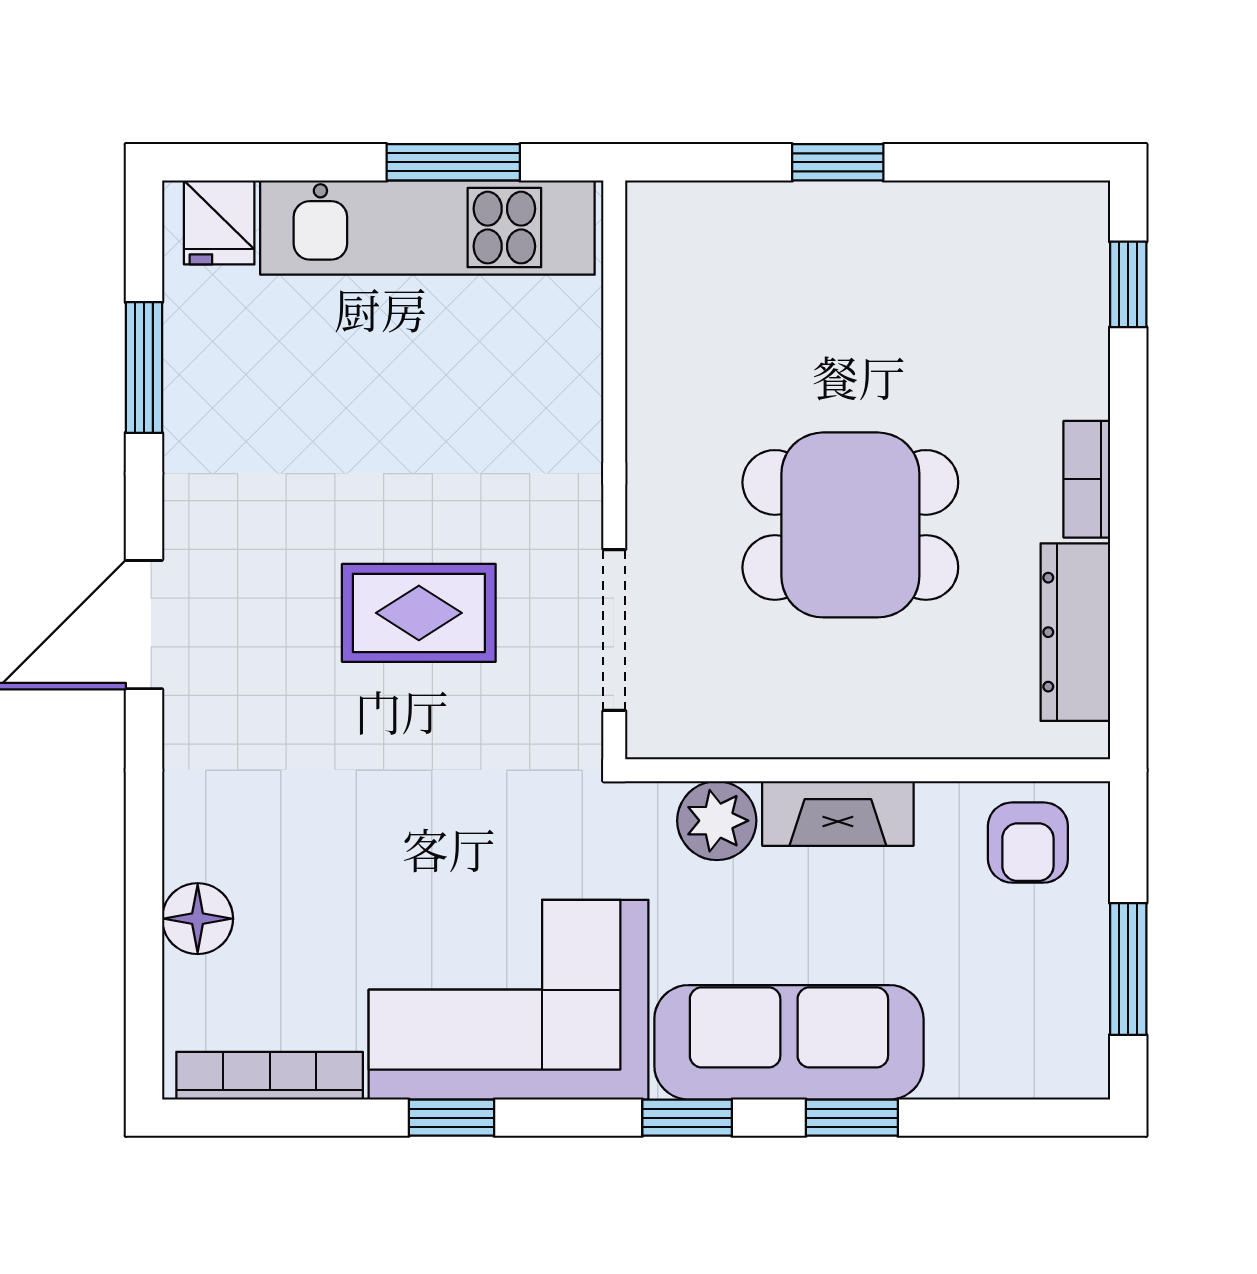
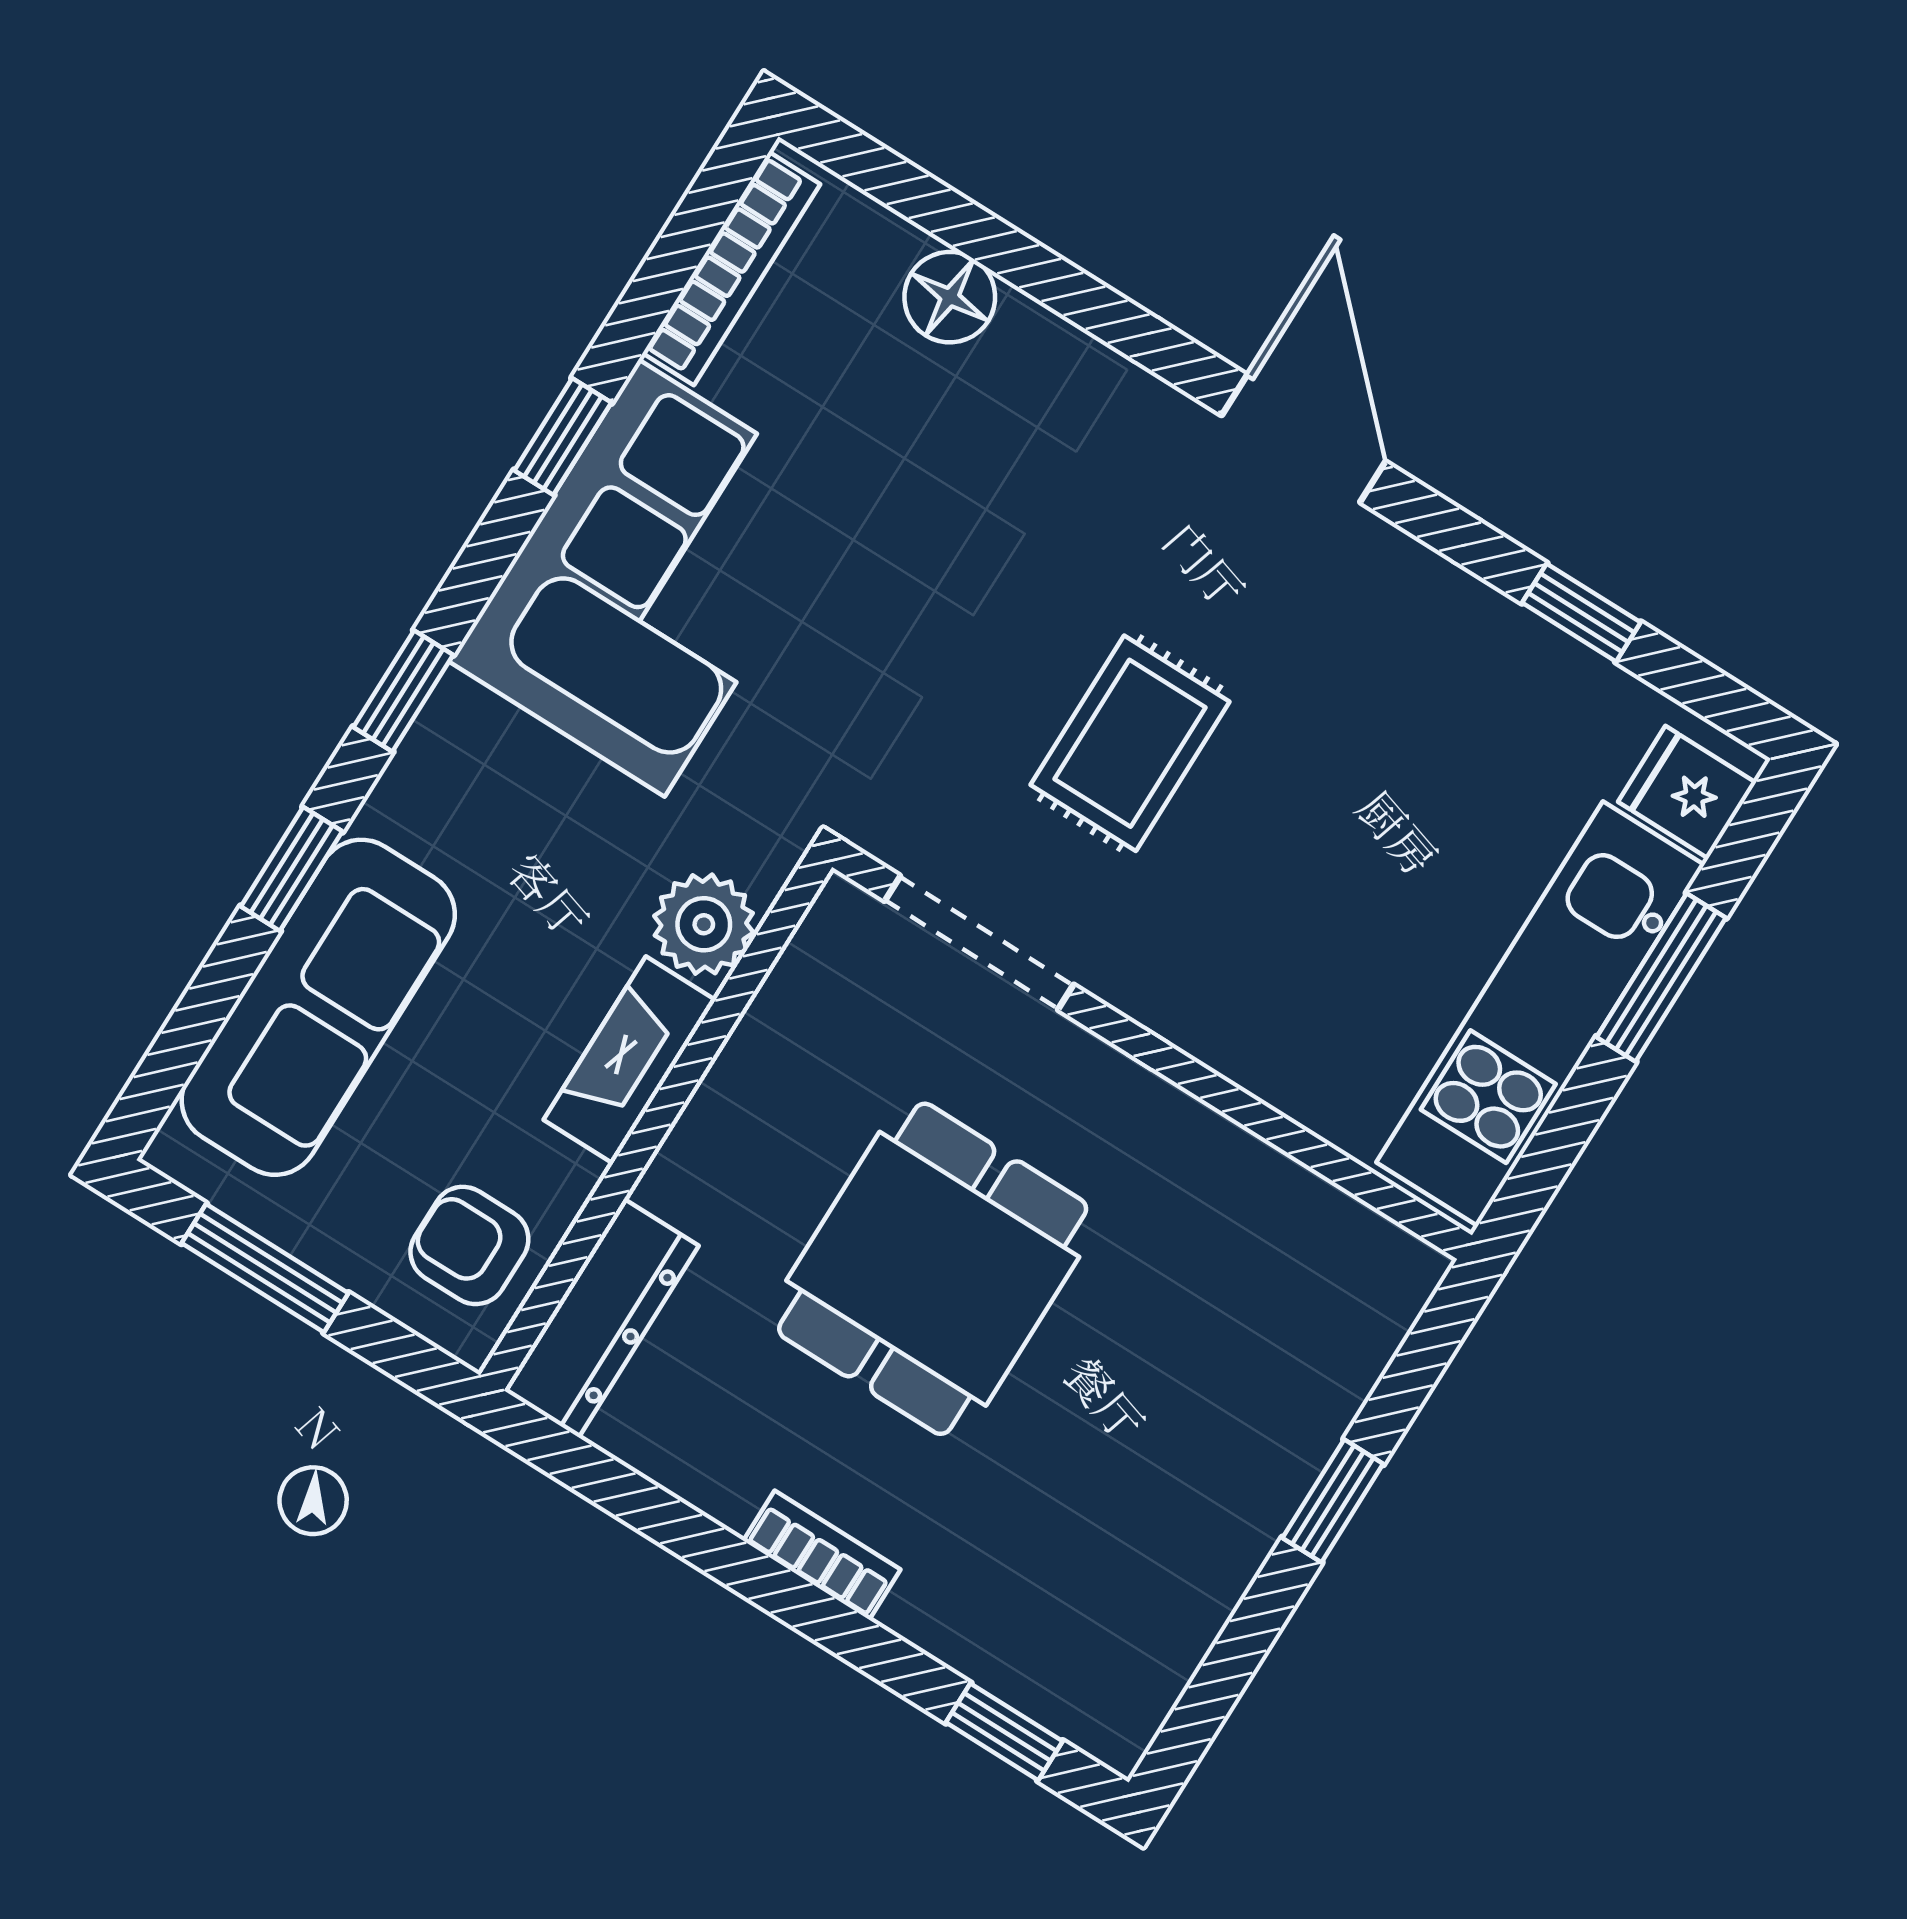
window: (453, 162) -> (1661, 977), moved
window: (144, 368) -> (1581, 613), width x0.67
dresser: (1075, 632) -> (601, 1318), moved, turned 90
sofa: (789, 1042) -> (318, 1007), moved

